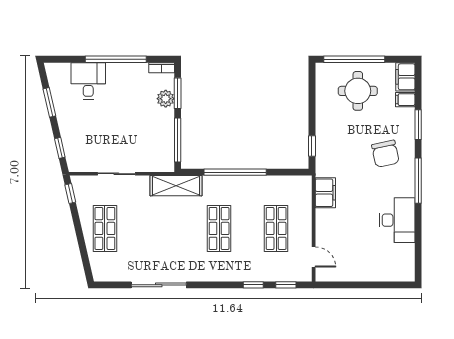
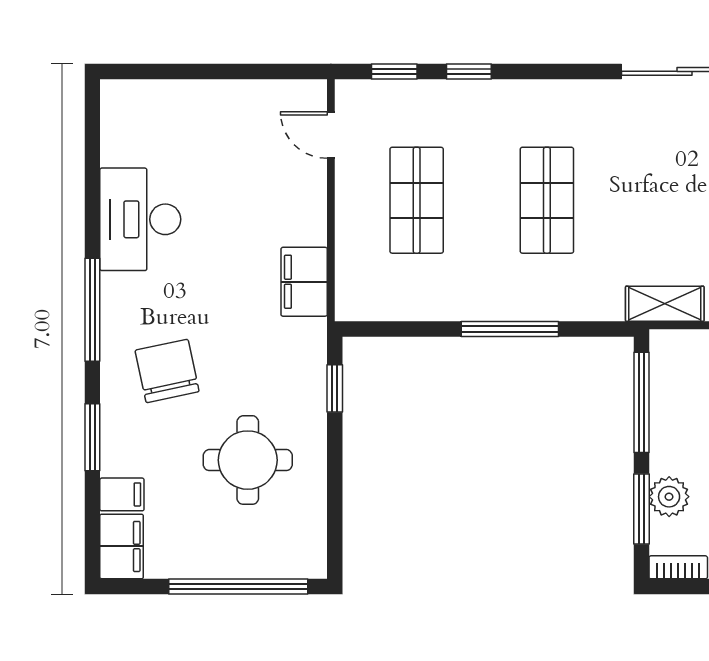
round table: (358, 91) -> (248, 460), moved
window: (235, 172) -> (510, 329), width x0.68
shelving: (176, 186) -> (665, 304), width x0.67, depth x0.75

